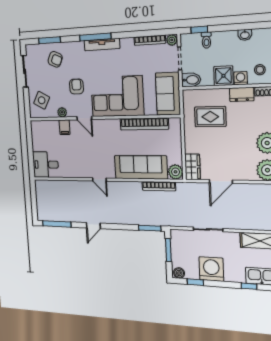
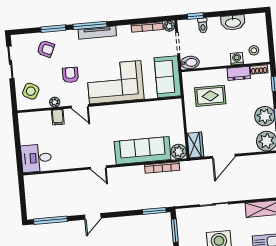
washbasin: (245, 35) -> (233, 22), width x1.91, depth x1.45
window: (49, 40) -> (53, 29), moved
shower: (223, 76) -> (221, 57), removed
bookcase: (144, 124) -> (145, 107), removed

